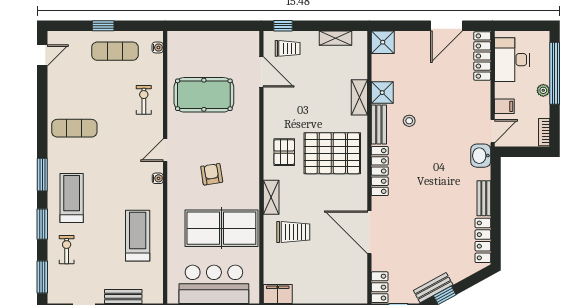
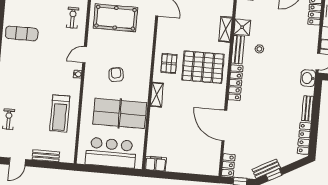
treadmill: (72, 198) -> (15, 83), removed
trolley: (293, 232) -> (170, 121), removed
treadmill: (138, 236) -> (60, 113), turned 180

